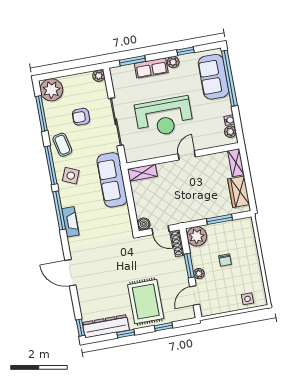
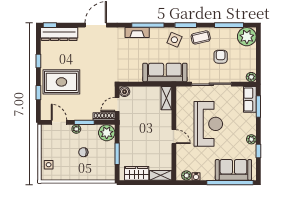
row of seats: (151, 68) -> (250, 99), moved
reception desk: (164, 117) -> (208, 124), turned 180
window: (51, 165) -> (186, 25), width x0.69
dresser: (106, 326) -> (59, 34), moved, turned 90

